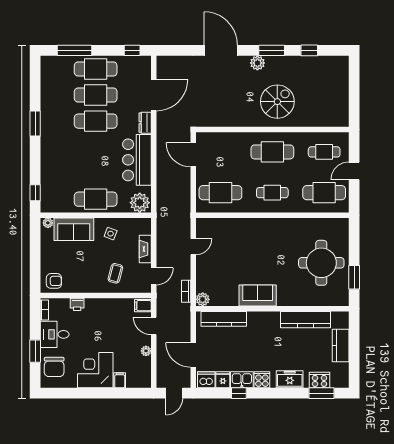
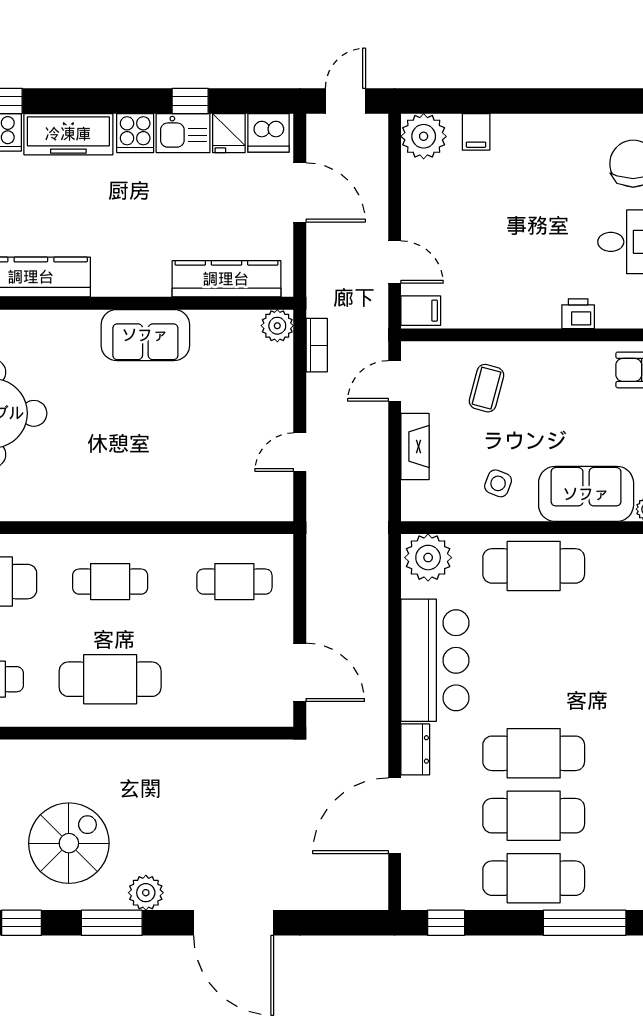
spiral stairs: (277, 102) -> (69, 843), moved, turned 180
cafe table: (220, 193) -> (234, 582), width x0.73, depth x0.74
plant: (146, 351) -> (424, 136), moved, width x1.87, depth x1.87
corner desk: (95, 370) -> (535, 156), removed
freezer: (290, 379) -> (68, 134), width x1.40

